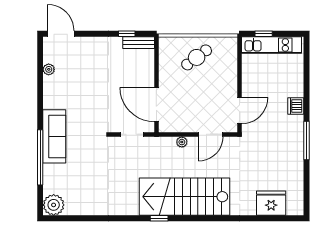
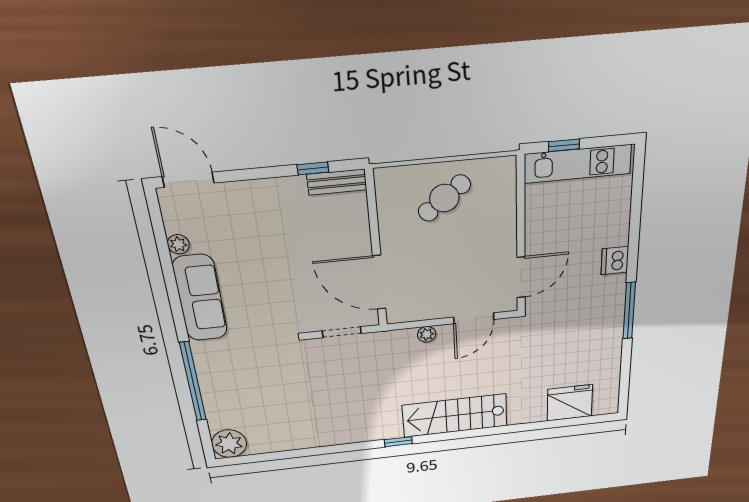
sofa: (54, 136) -> (200, 298), moved
stairs: (184, 197) -> (455, 416), width x0.73, depth x0.66

